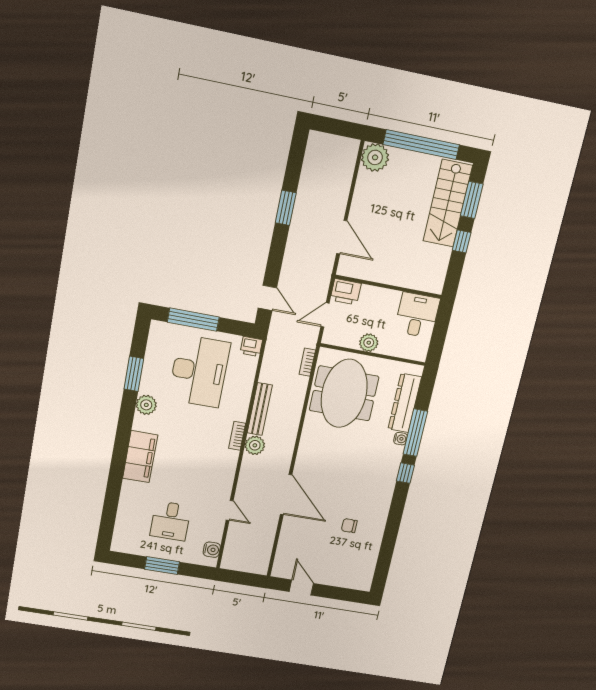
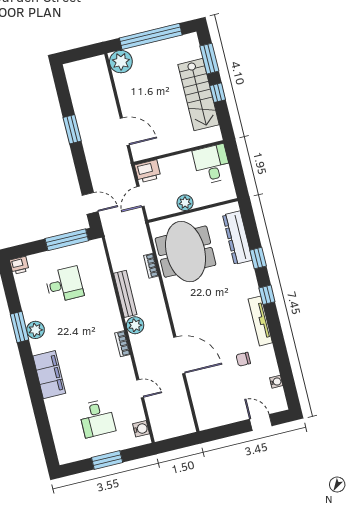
stairs: (448, 203) -> (199, 95), moved
window: (193, 320) -> (67, 240), moved
printer: (251, 346) -> (19, 265), moved
bookcase: (307, 362) -> (151, 266), moved
desk: (199, 371) -> (64, 284), width x0.53, depth x0.77
window: (134, 374) -> (19, 327), moved
window: (415, 433) -> (258, 258), width x0.46
bookcase: (237, 436) -> (122, 344), moved
water cooler: (400, 439) -> (276, 382), moved
tv unit: (385, 496) -> (260, 321), added
door: (301, 587) -> (261, 423), moved

